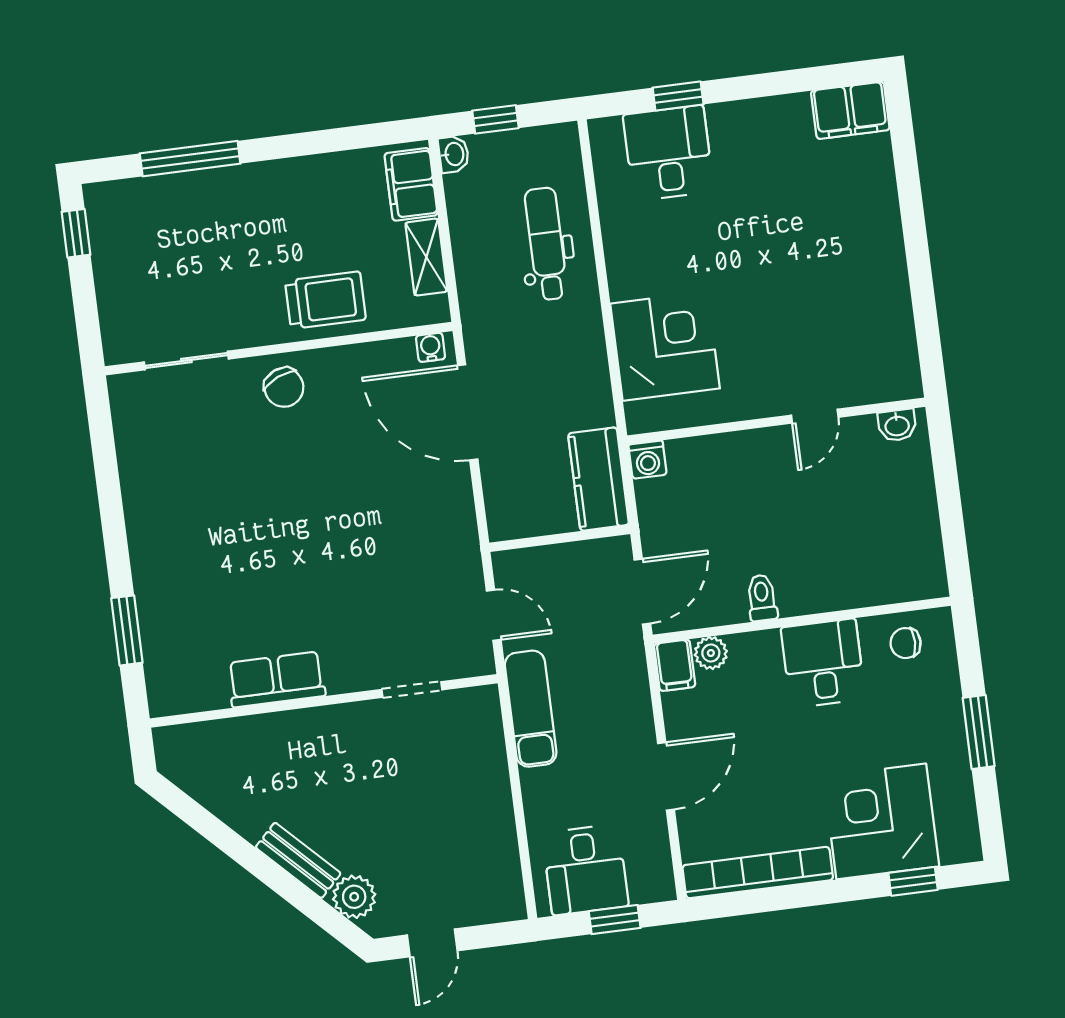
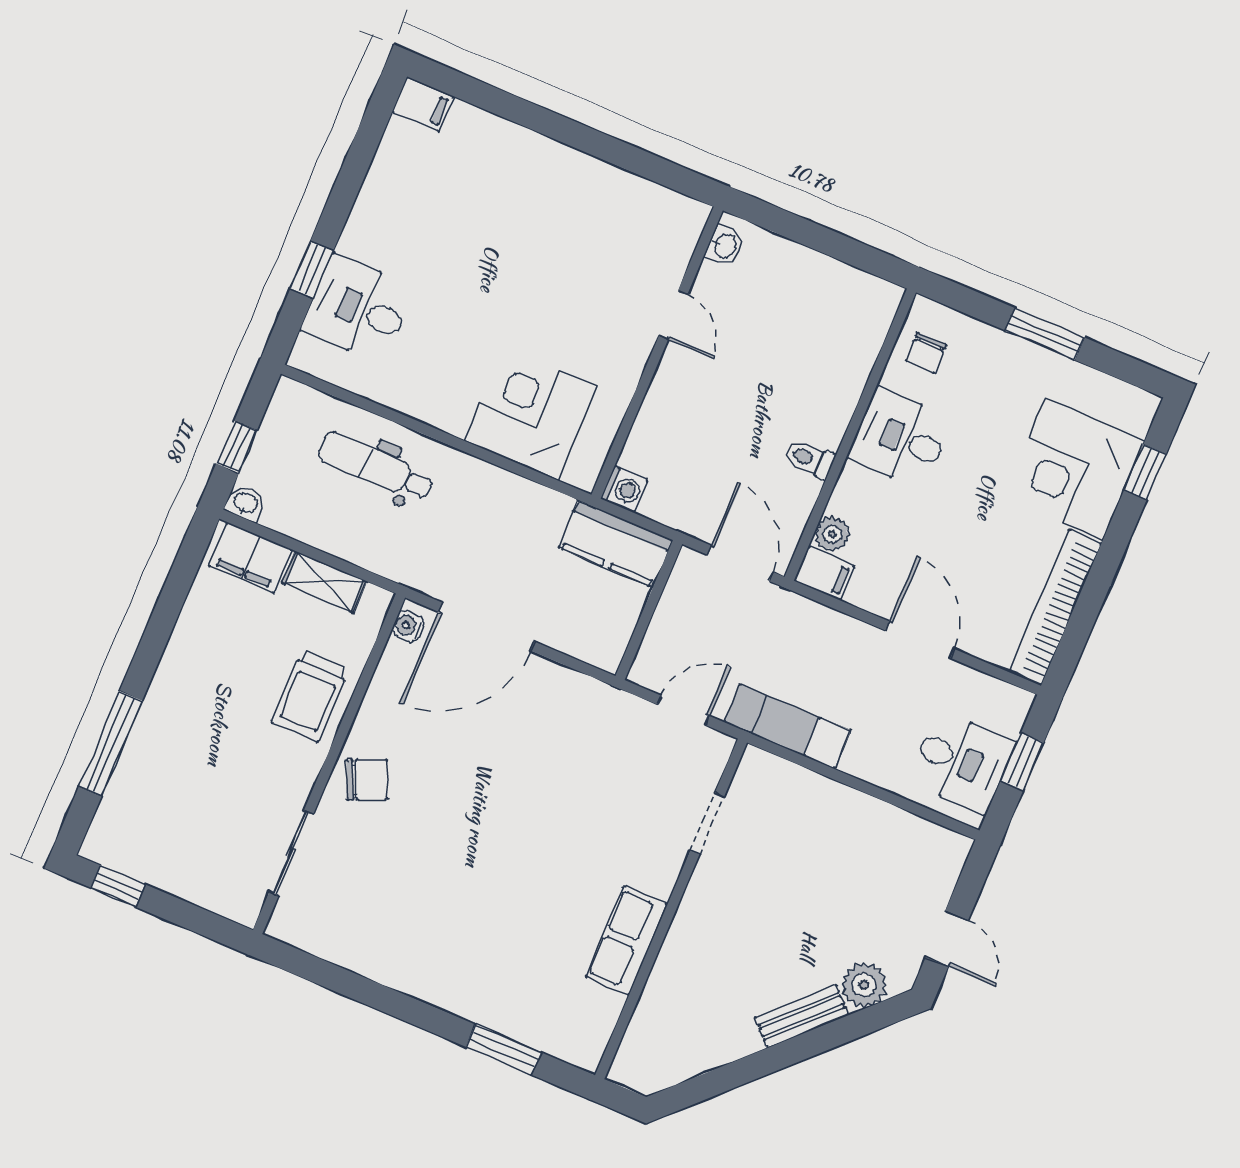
filing cabinet: (850, 110) -> (423, 104), width x0.50
trolley: (325, 300) -> (310, 696), turned 180

